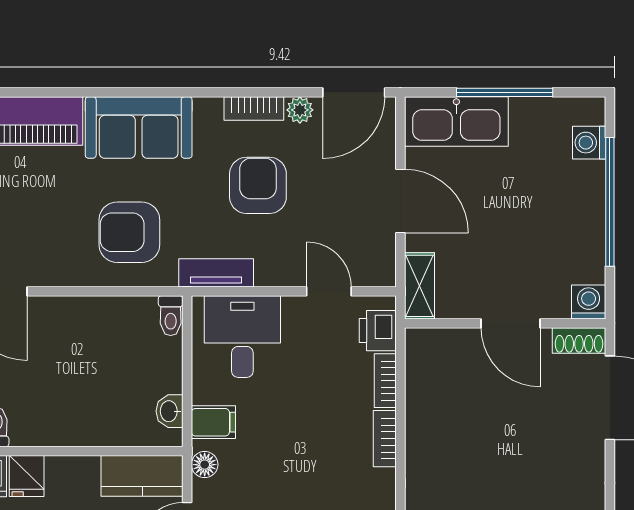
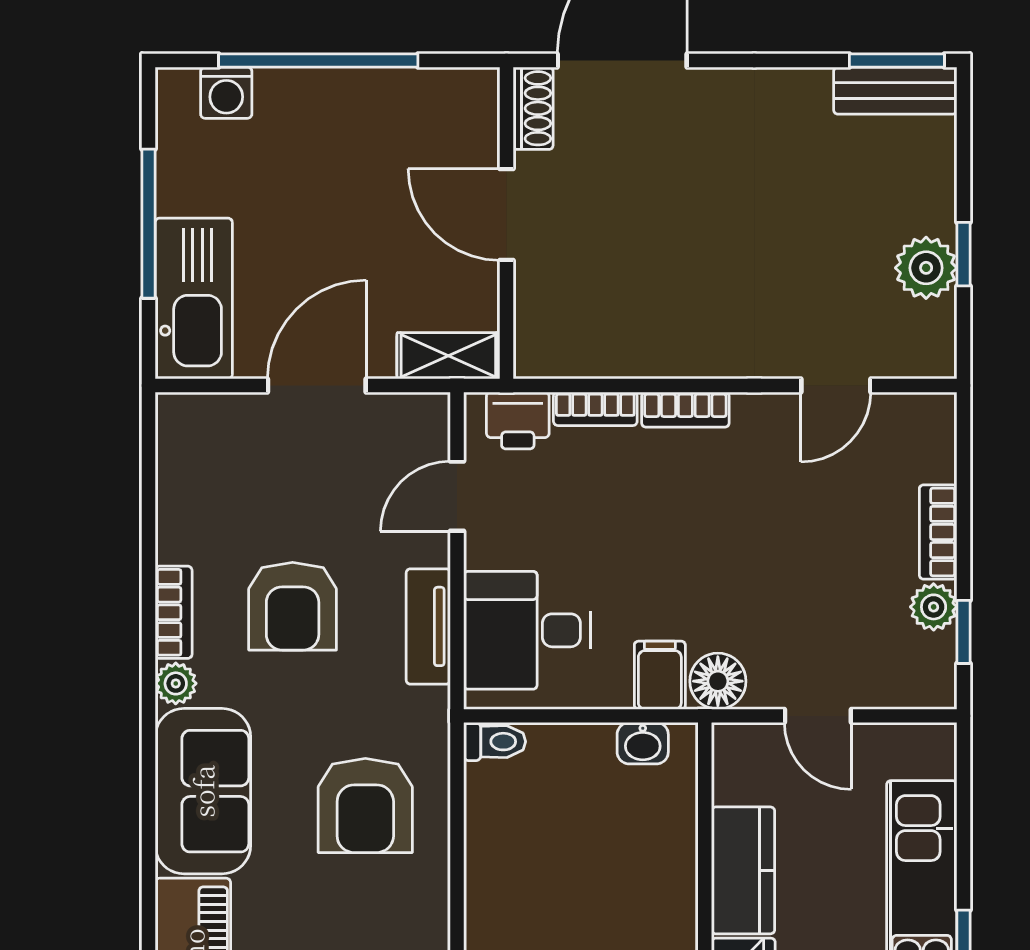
door: (354, 92) -> (148, 458), removed
plant: (300, 110) -> (176, 683), moved
armchair: (258, 185) -> (293, 606), turned -90
tv unit: (216, 273) -> (428, 626), moved
washing machine: (589, 302) -> (473, 94), removed
door: (510, 323) -> (506, 215), swing flipped
floor lamp: (205, 465) -> (718, 681), width x1.37, depth x1.37
kitchen counter: (142, 476) -> (743, 870), moved

